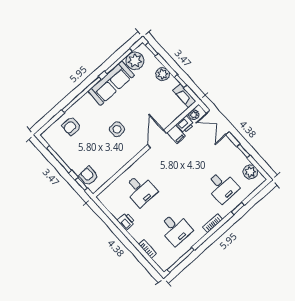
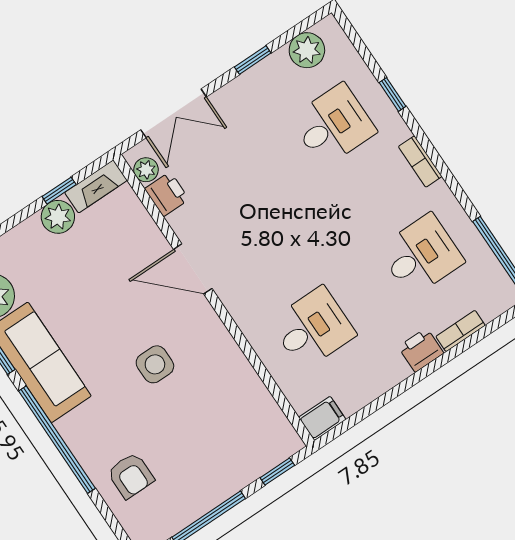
plant: (163, 74) -> (58, 217), moved
filing cabinet: (176, 135) -> (322, 418), moved
armchair: (88, 176) -> (260, 451), removed
printer: (126, 221) -> (421, 350), moved

